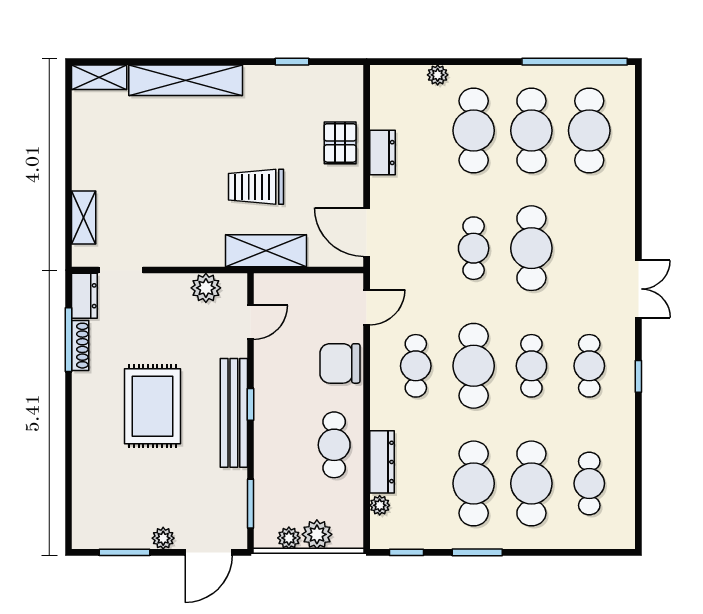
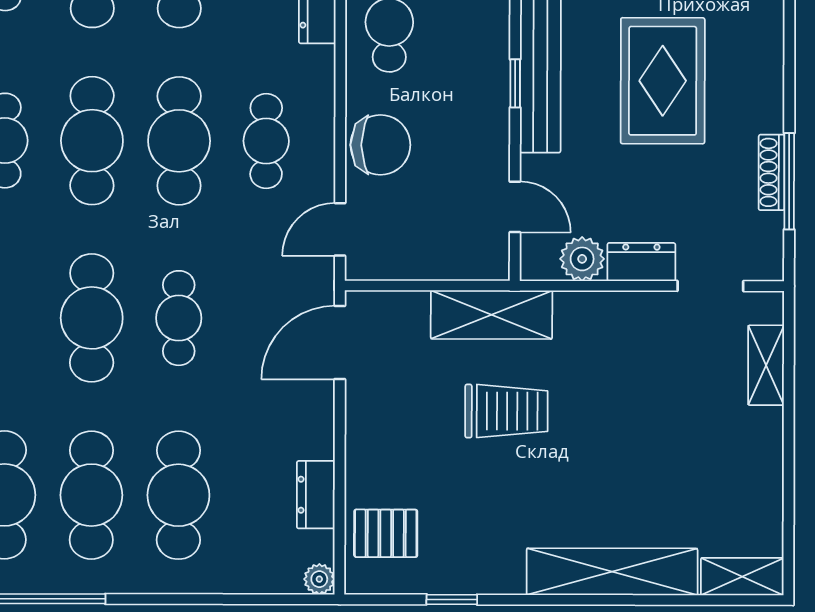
plant: (438, 75) -> (319, 579), moved
pallet: (340, 143) -> (386, 533), moved, turned 90
dresser: (382, 153) -> (316, 495), moved
door: (367, 232) -> (340, 343), swing flipped
dresser: (84, 296) -> (641, 262), moved, turned 90
door: (251, 322) -> (515, 207), swing flipped
cafe table: (531, 366) -> (92, 141), width x1.37, depth x1.35

